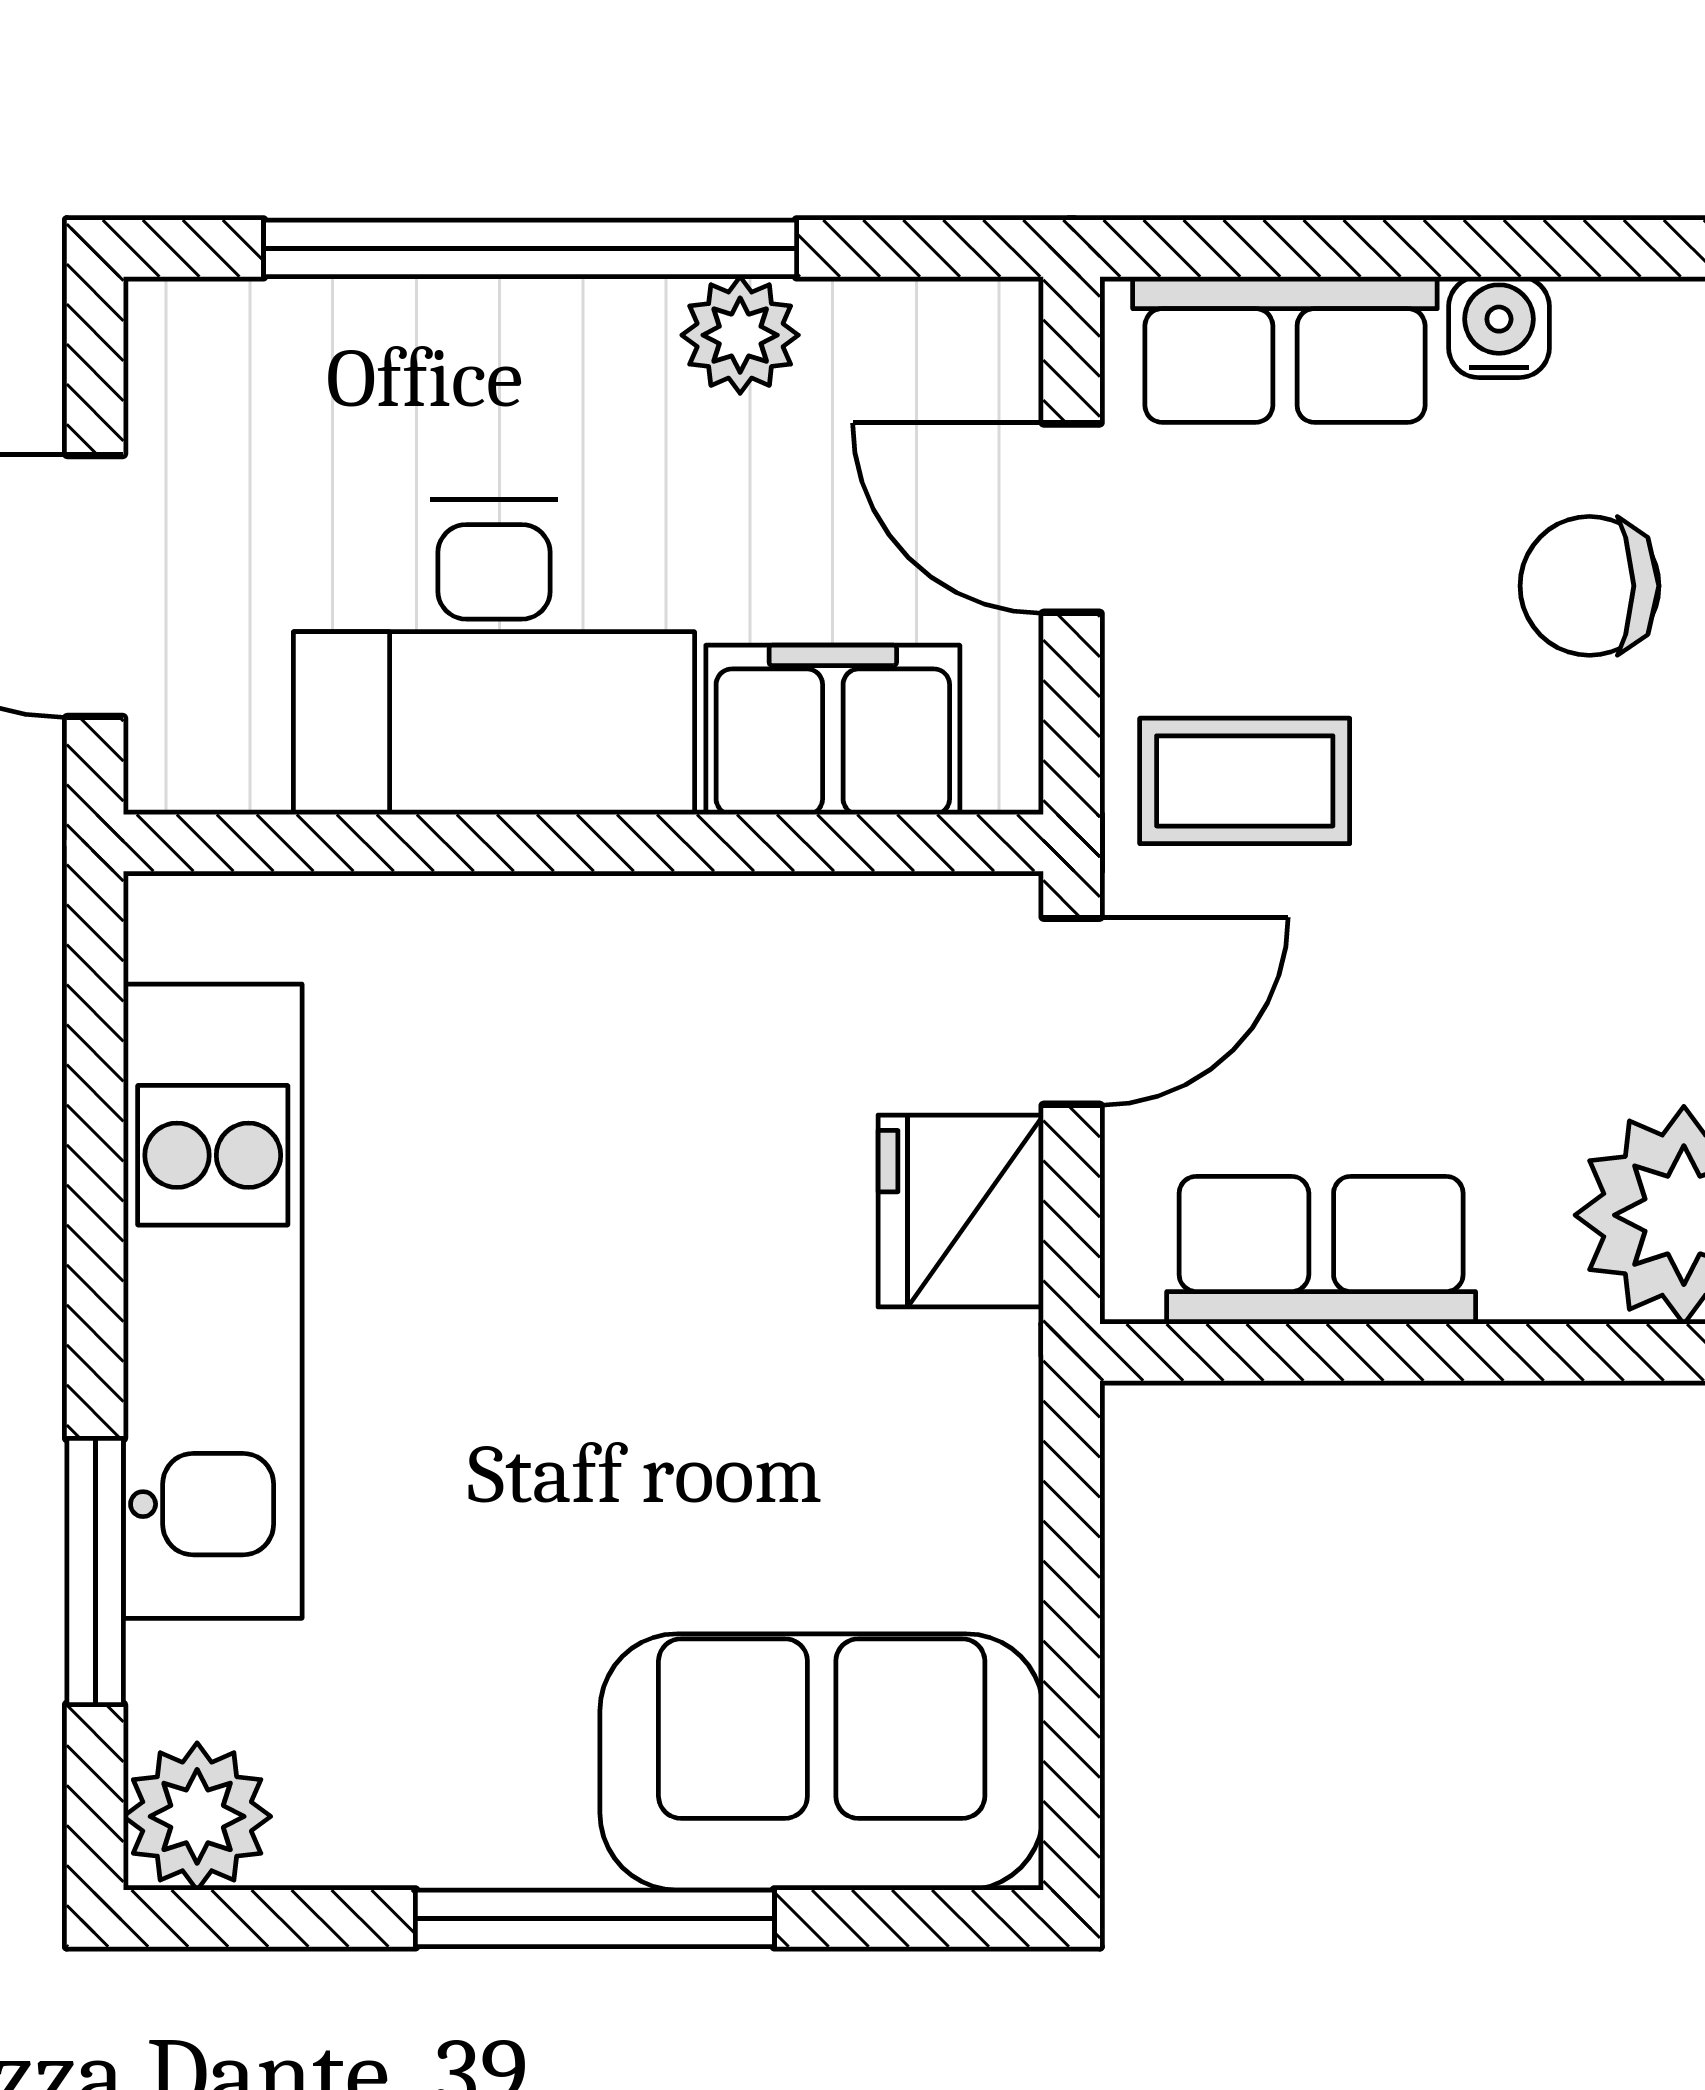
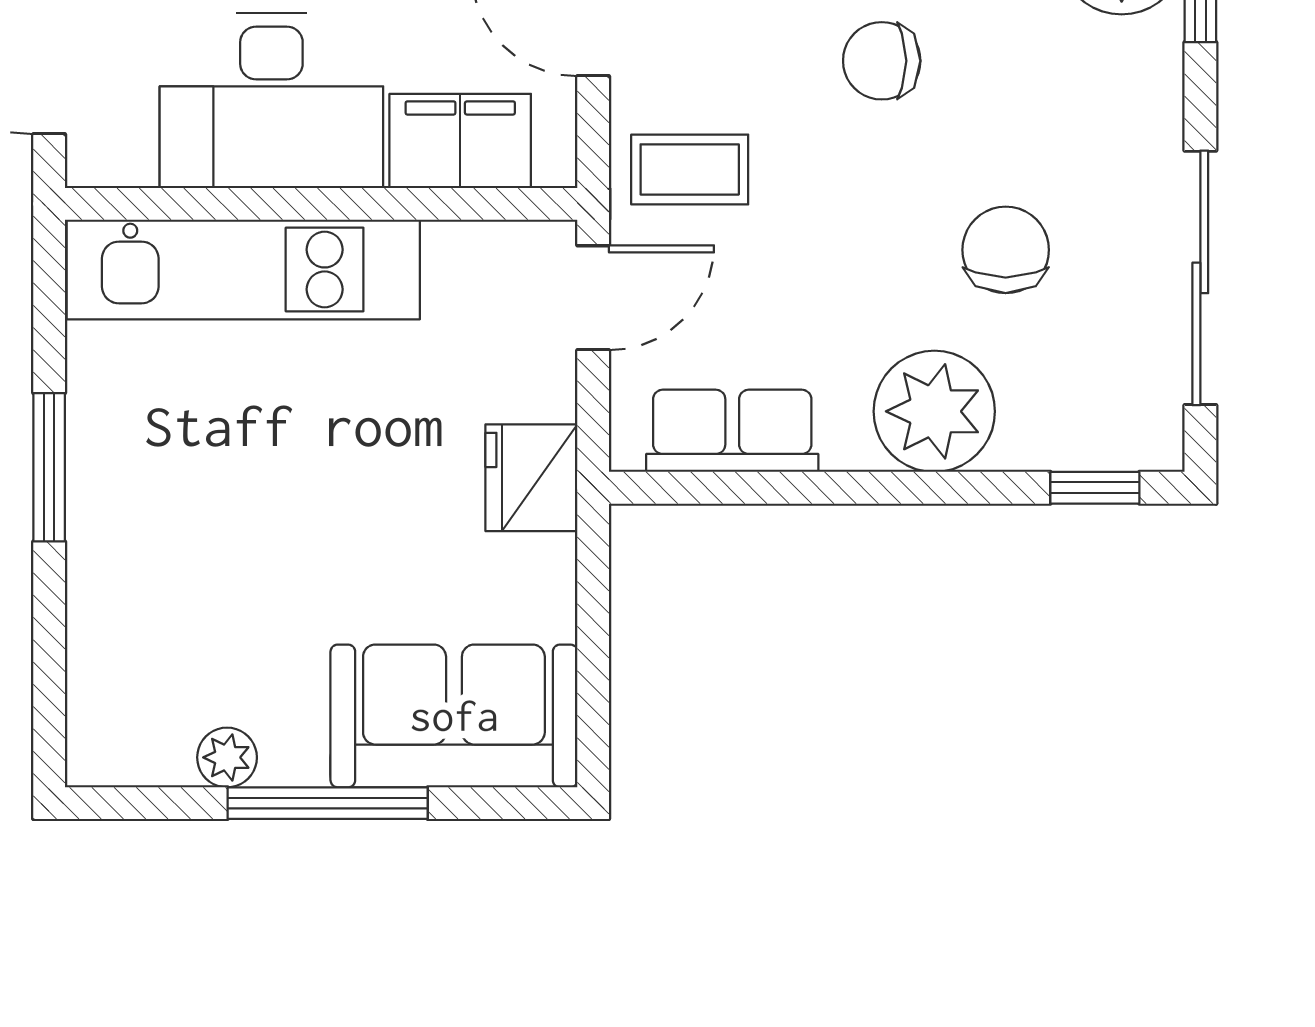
fridge: (961, 1211) -> (531, 478), moved
kitchen unit: (213, 1301) -> (243, 269), moved, turned 90
window: (95, 1572) -> (49, 467), moved
plant: (197, 1816) -> (227, 757), moved, width x0.73, depth x0.73

